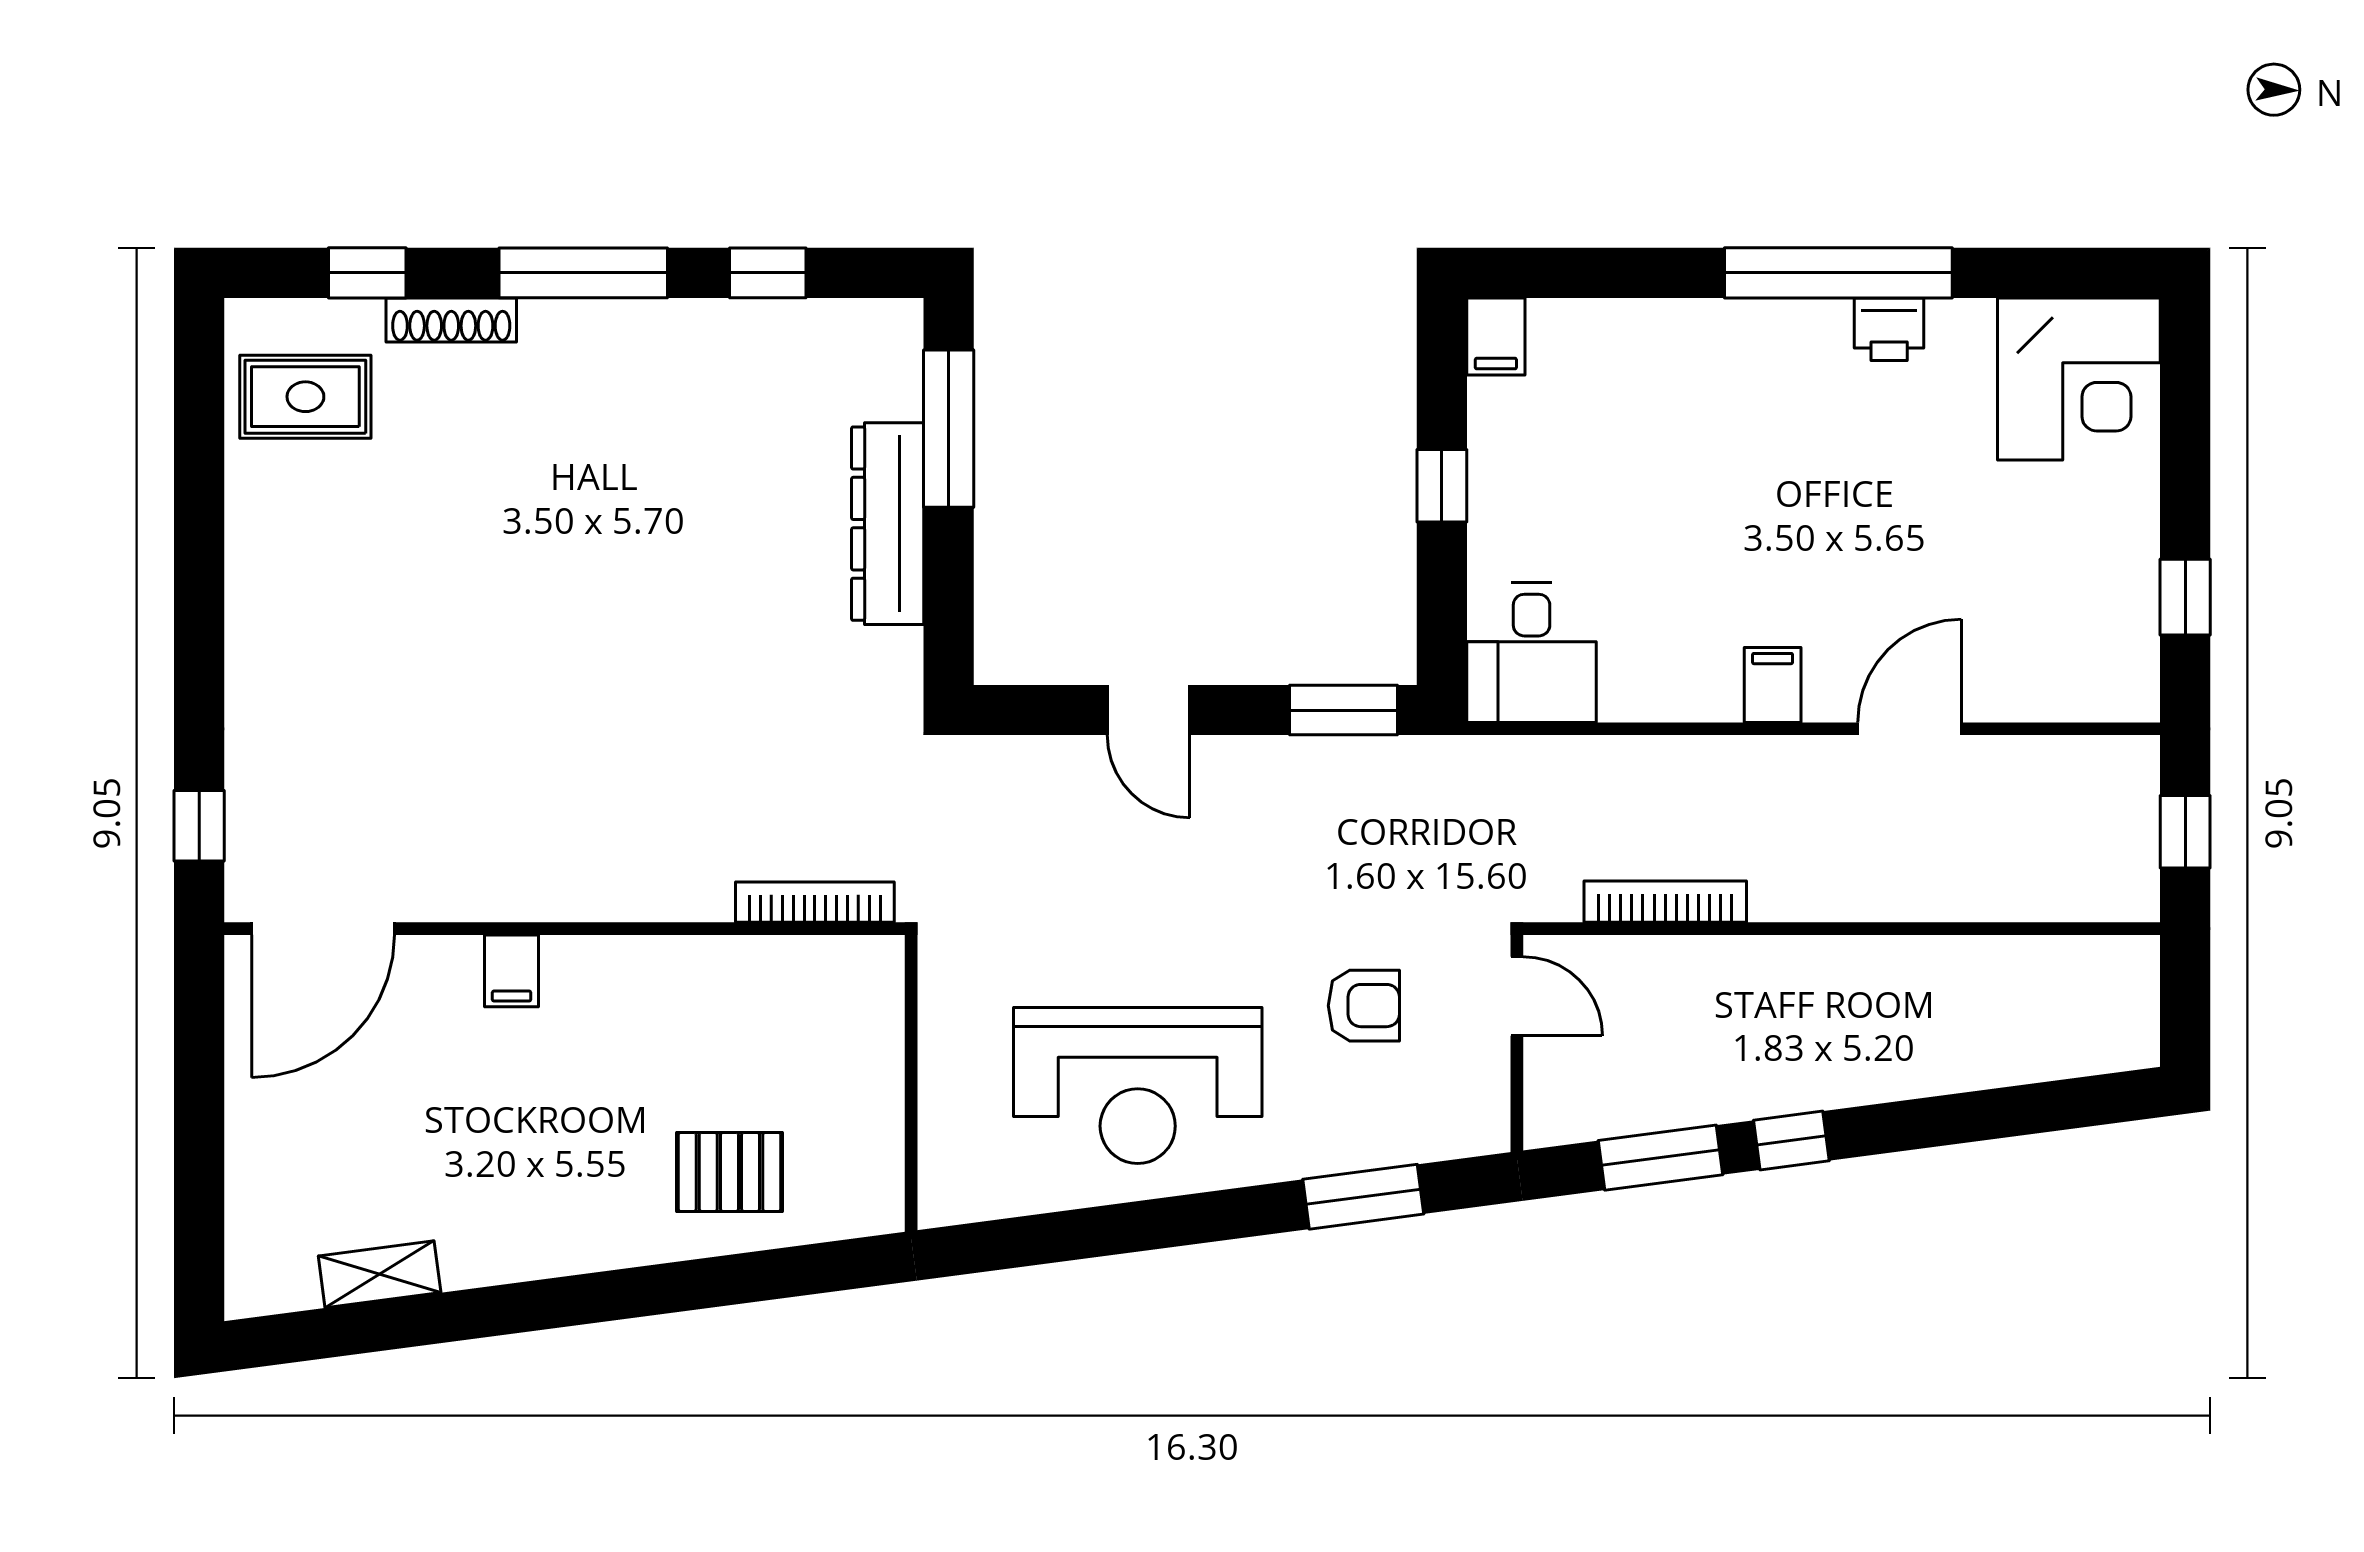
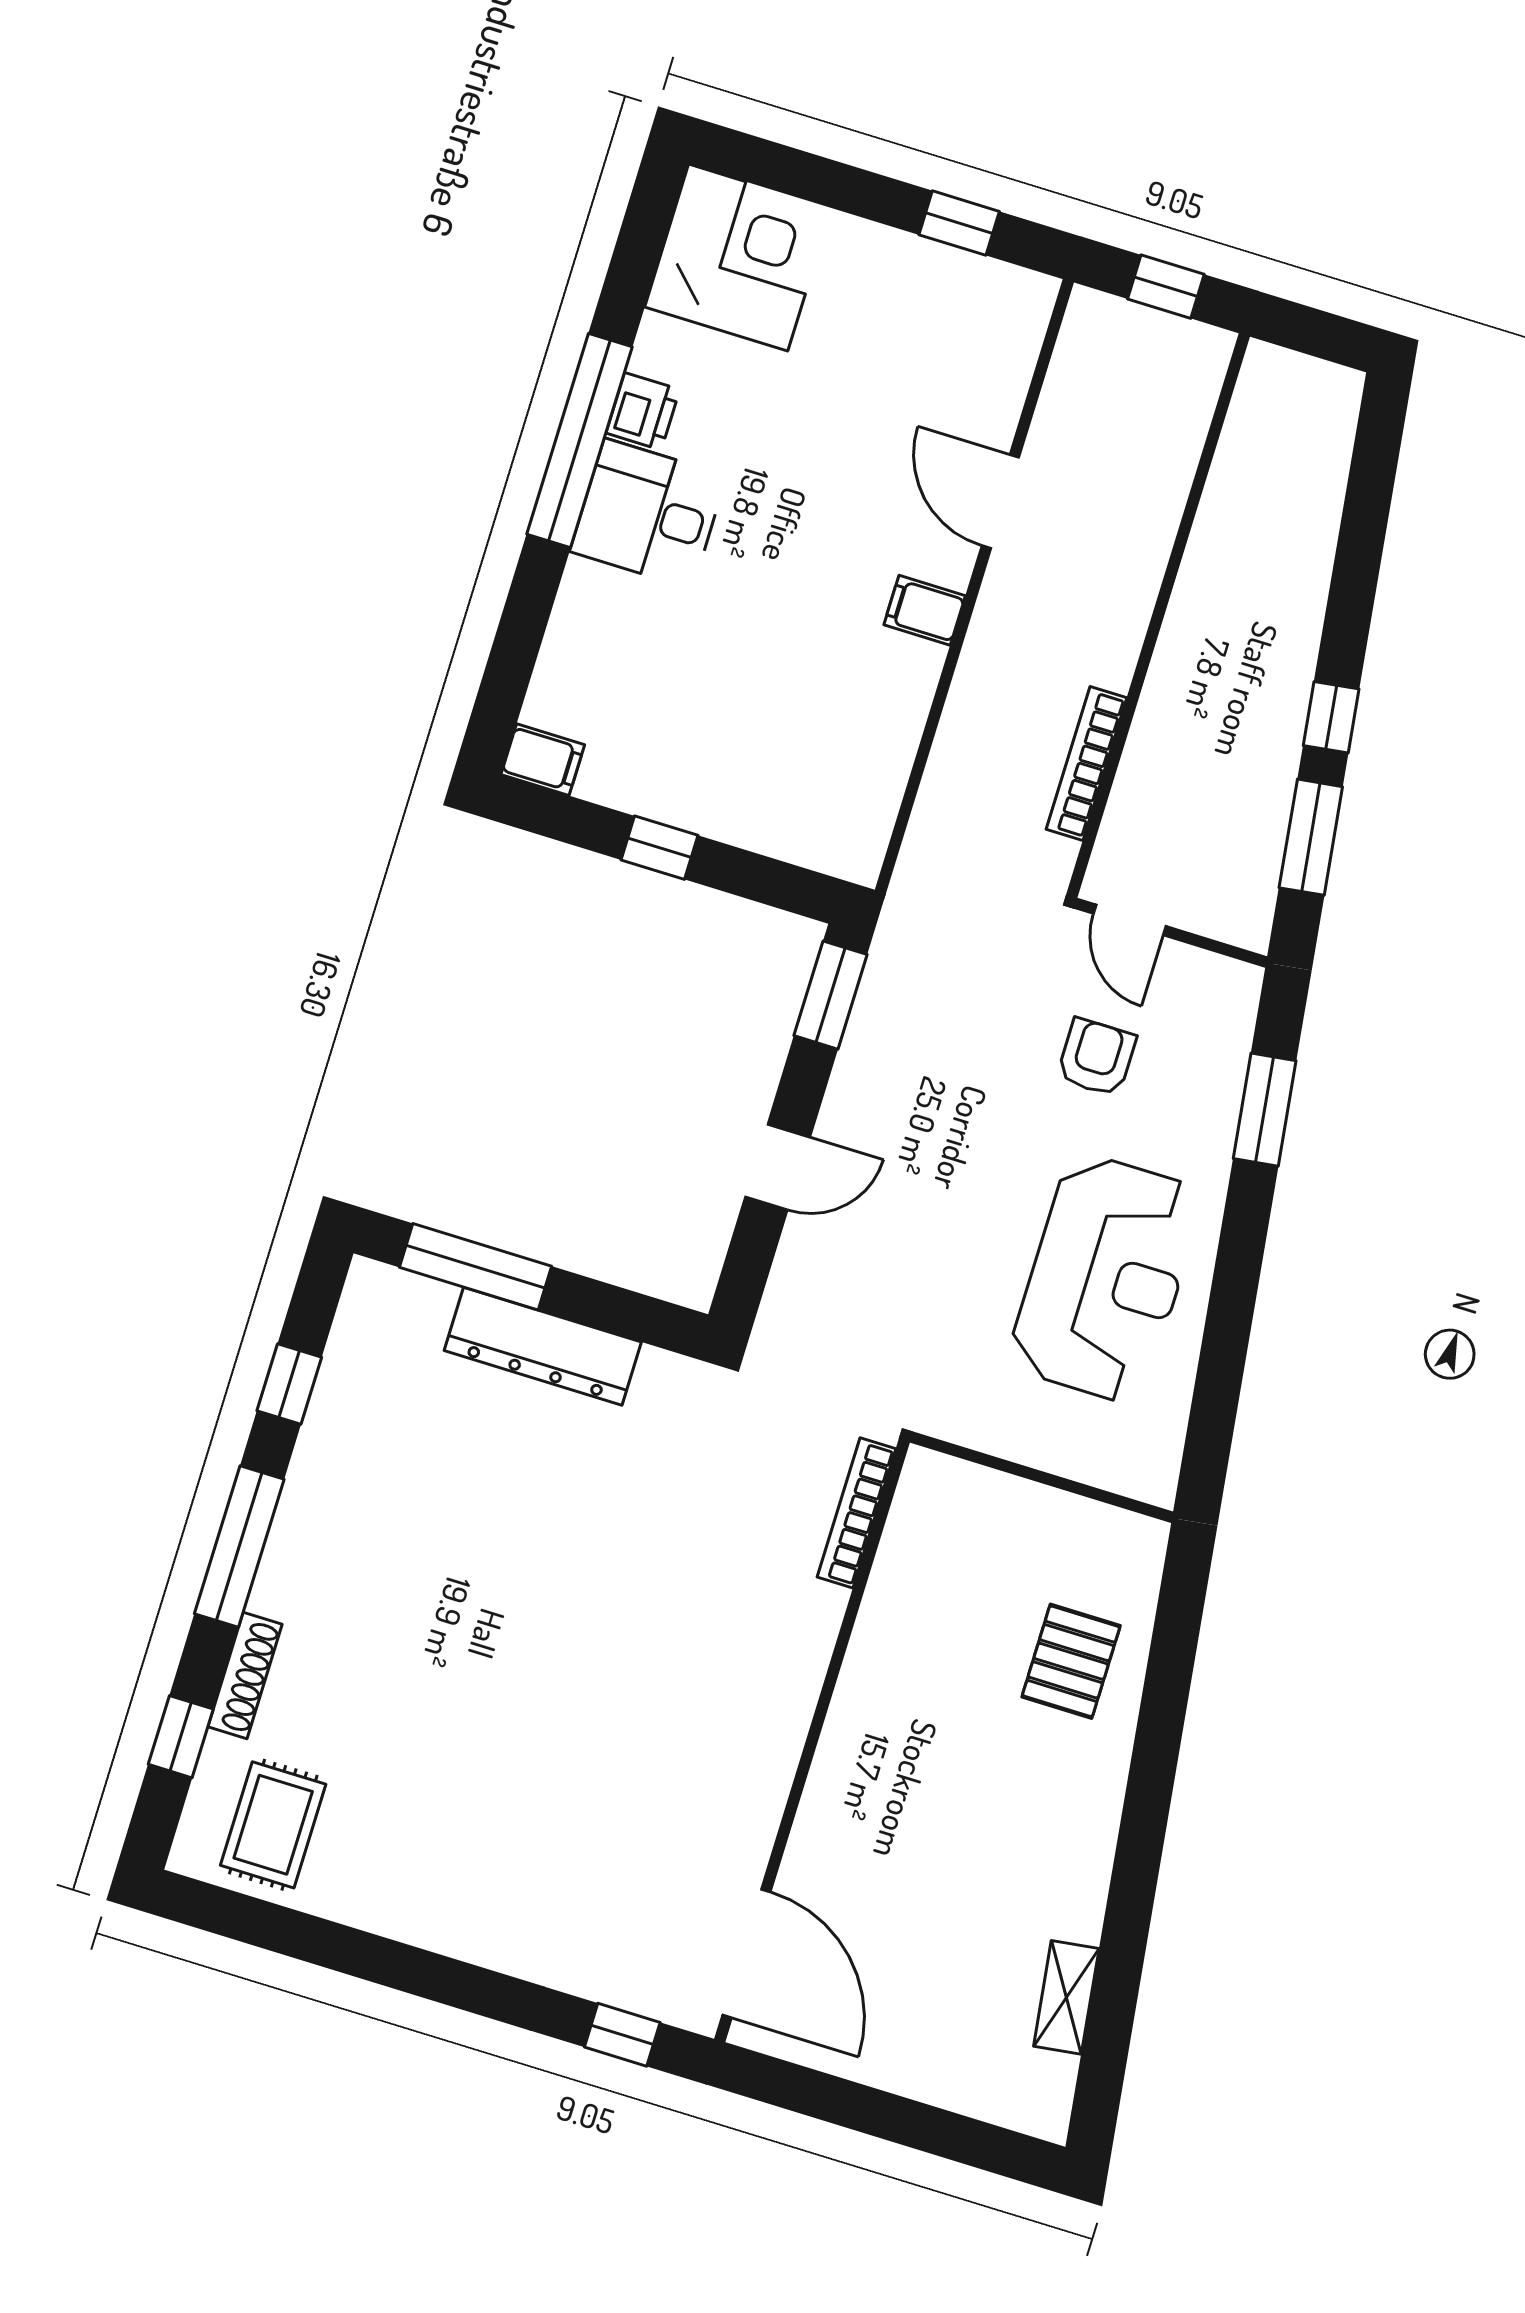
desk: (1532, 653) -> (648, 514), moved, turned 180
filing cabinet: (512, 971) -> (835, 1799), removed
door: (1517, 996) -> (1130, 920), swing flipped

